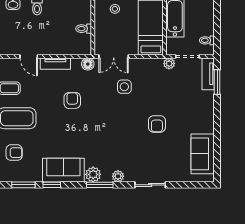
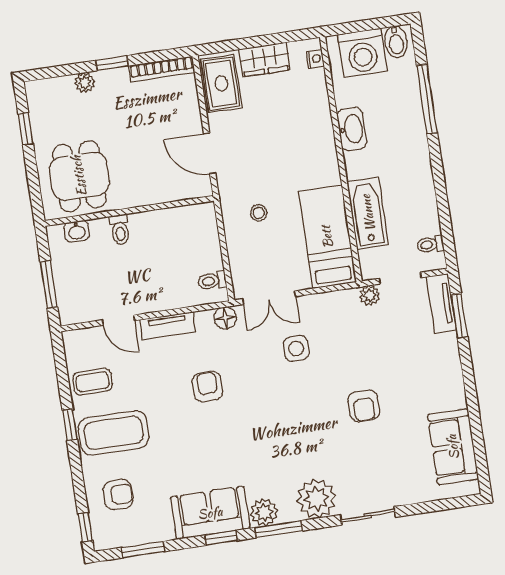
toilet: (84, 29) -> (212, 281), moved
plant: (118, 176) -> (316, 498), width x1.87, depth x1.87
window: (52, 185) -> (221, 538), moved

